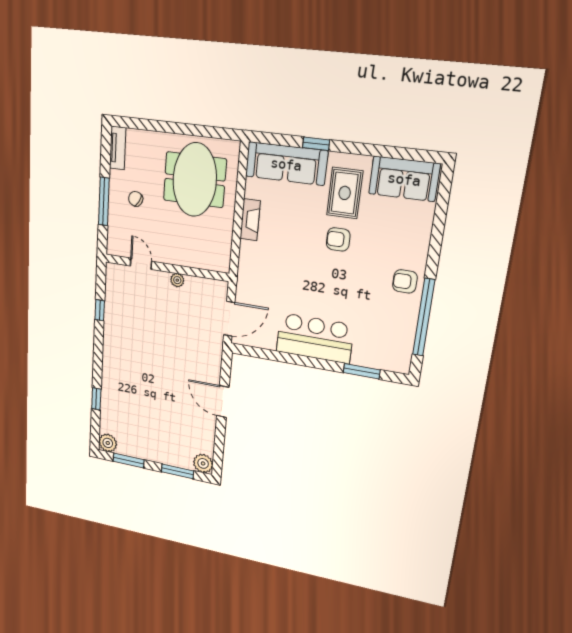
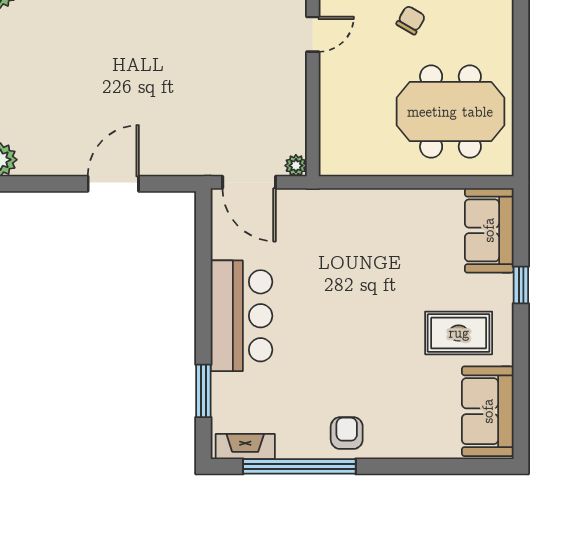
sofa: (286, 164) -> (489, 230), width x0.73
fireplace: (250, 220) -> (245, 446), moved, turned 180
armchair: (338, 239) -> (393, 332), removed
plant: (177, 280) -> (296, 166), moved

